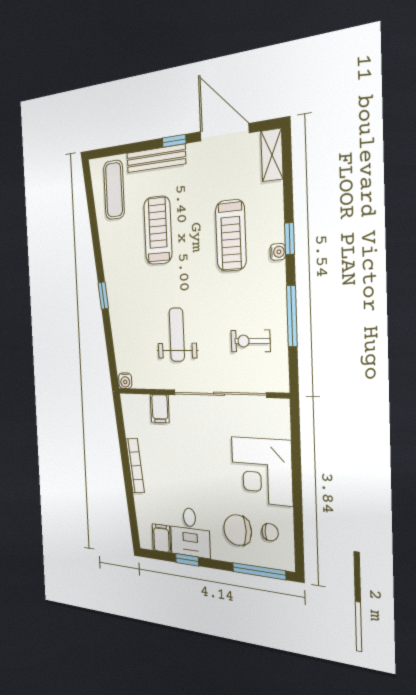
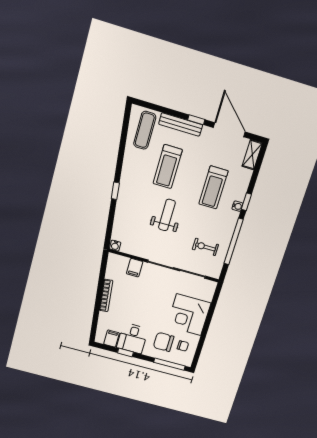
treadmill: (158, 230) -> (168, 167), turned 180
window: (292, 316) -> (234, 241), width x1.46
weight bench: (177, 335) -> (167, 215), moved

